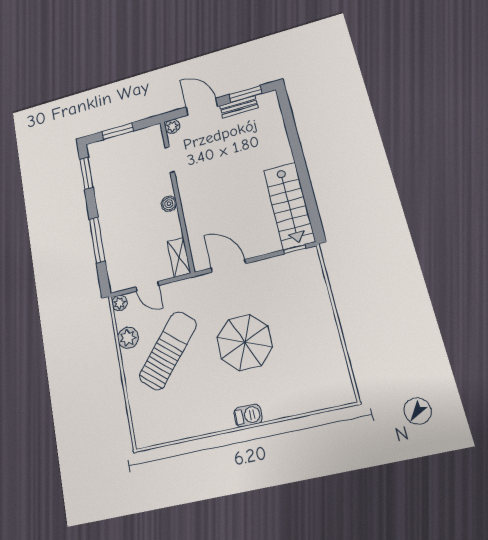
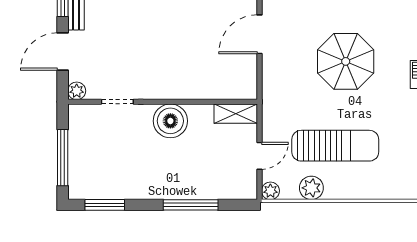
window: (118, 131) -> (63, 158), width x1.44
boiler: (169, 204) -> (170, 121), width x1.86, depth x1.86
door: (228, 266) -> (259, 34), moved
sun lounger: (168, 350) -> (335, 146), turned 139

